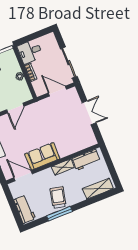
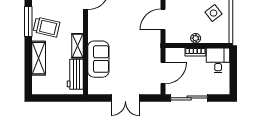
door: (15, 108) -> (163, 19), hinge flipped
sofa: (42, 156) -> (98, 59), moved
shelving: (98, 189) -> (39, 58), moved

